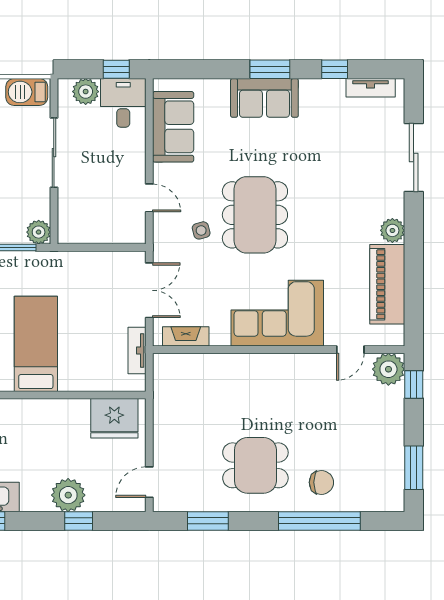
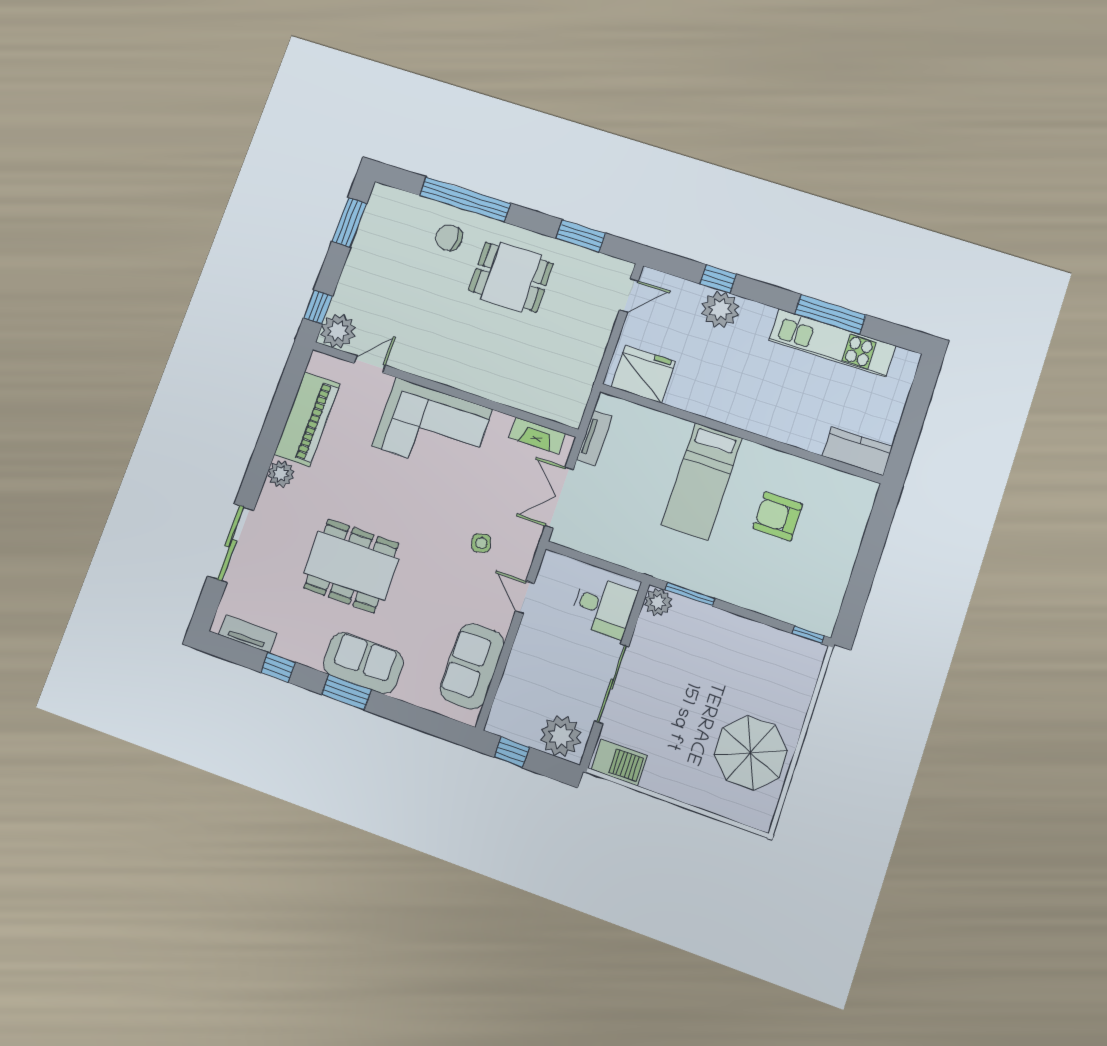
plant: (86, 92) -> (561, 736), width x1.36, depth x1.36
desk: (123, 103) -> (604, 607), moved, turned -90
dining table: (255, 215) -> (351, 566), moved, turned 90

